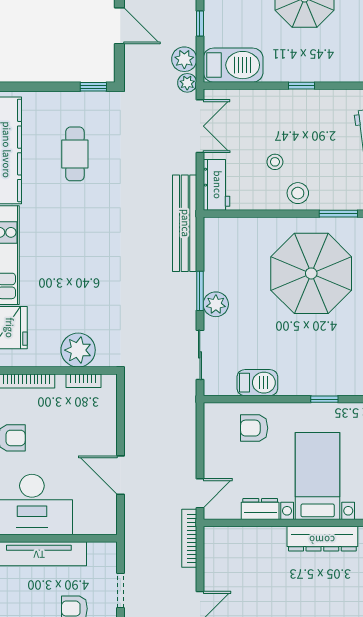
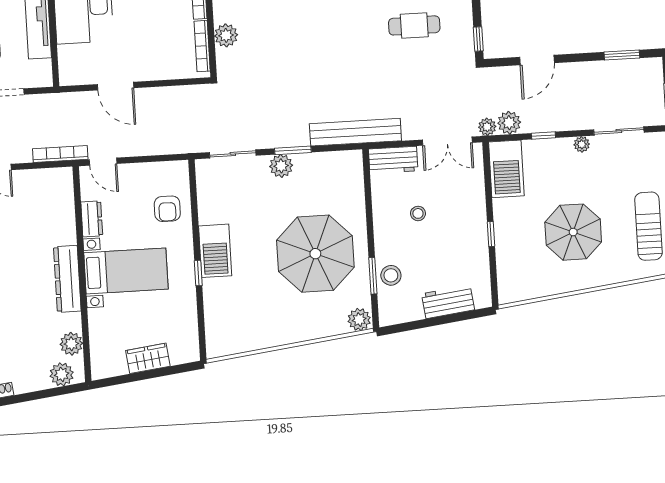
stool: (298, 193) -> (391, 275), moved
plant: (78, 350) -> (226, 35), width x0.73, depth x0.73
bookcase: (83, 381) -> (202, 46), width x1.56
barbecue: (257, 383) -> (215, 251), moved, width x1.37, depth x1.21
armchair: (254, 428) -> (167, 209), turned 180
door: (120, 475) -> (116, 86), swing flipped

